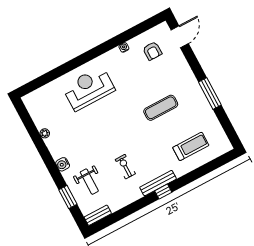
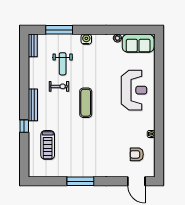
exercise mat: (161, 108) -> (86, 103), moved
sofa: (39, 110) -> (138, 43), added
weight bench: (89, 182) -> (63, 64), moved, turned -90
window: (163, 192) -> (24, 126), moved
window: (68, 197) -> (59, 30), width x1.44

